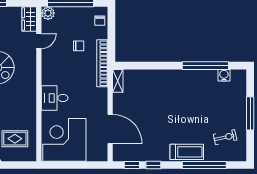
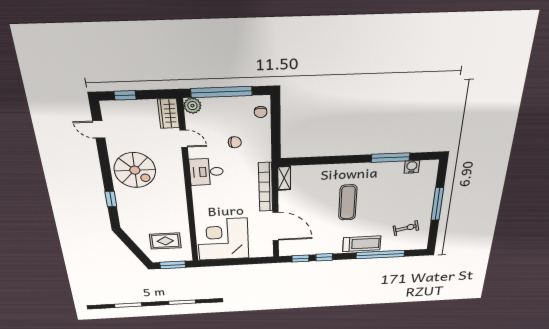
door: (39, 41) -> (184, 139), hinge flipped
bookcase: (102, 63) -> (266, 187), moved
window: (205, 66) -> (391, 158), width x0.68
desk: (55, 98) -> (206, 172), moved
exercise mat: (172, 108) -> (348, 203), added
window: (19, 165) -> (173, 265), added

